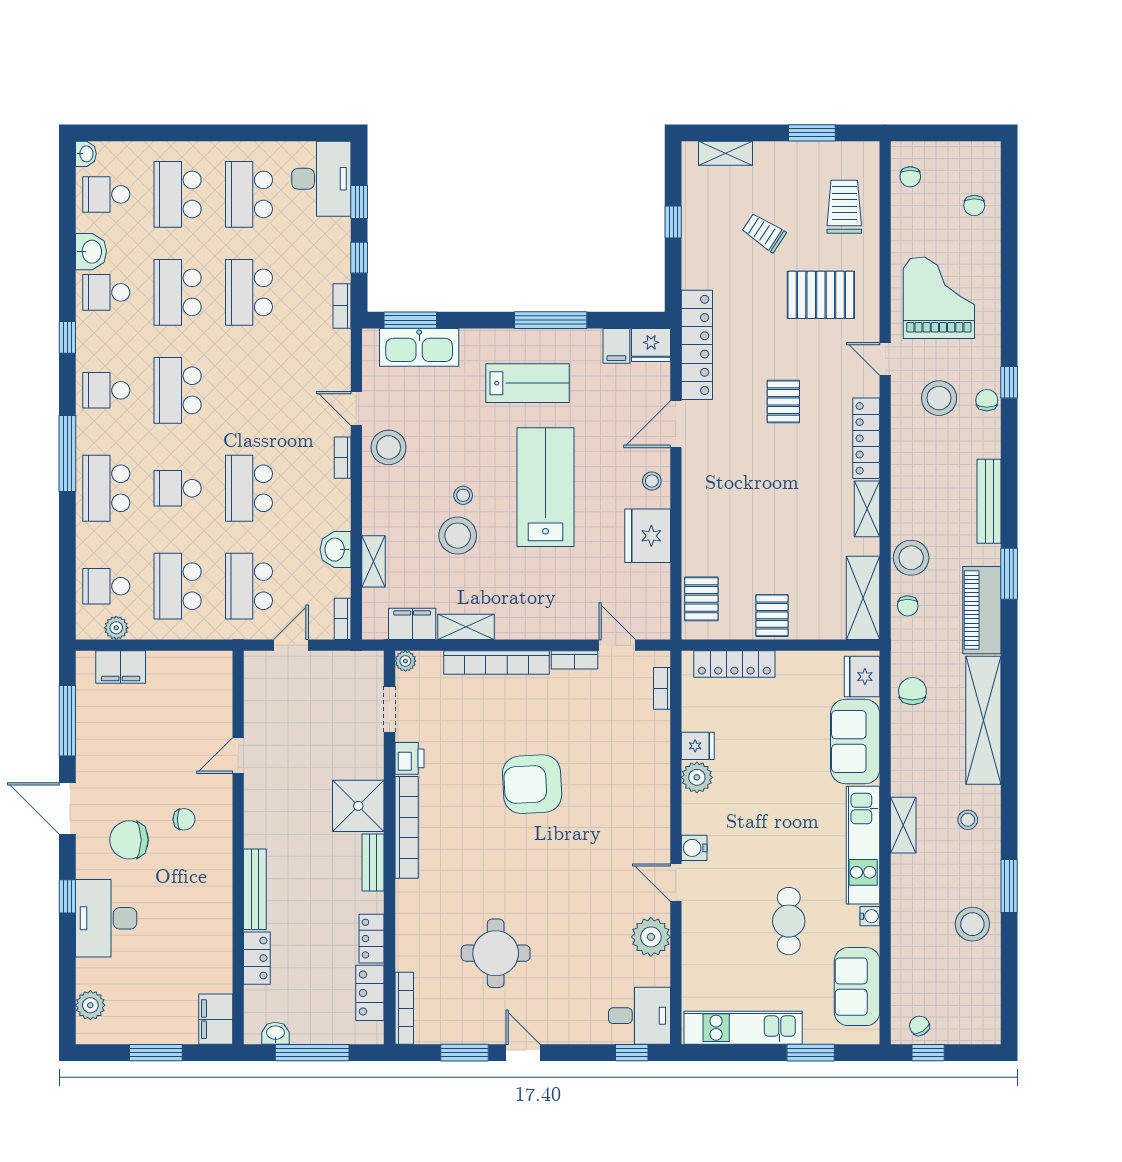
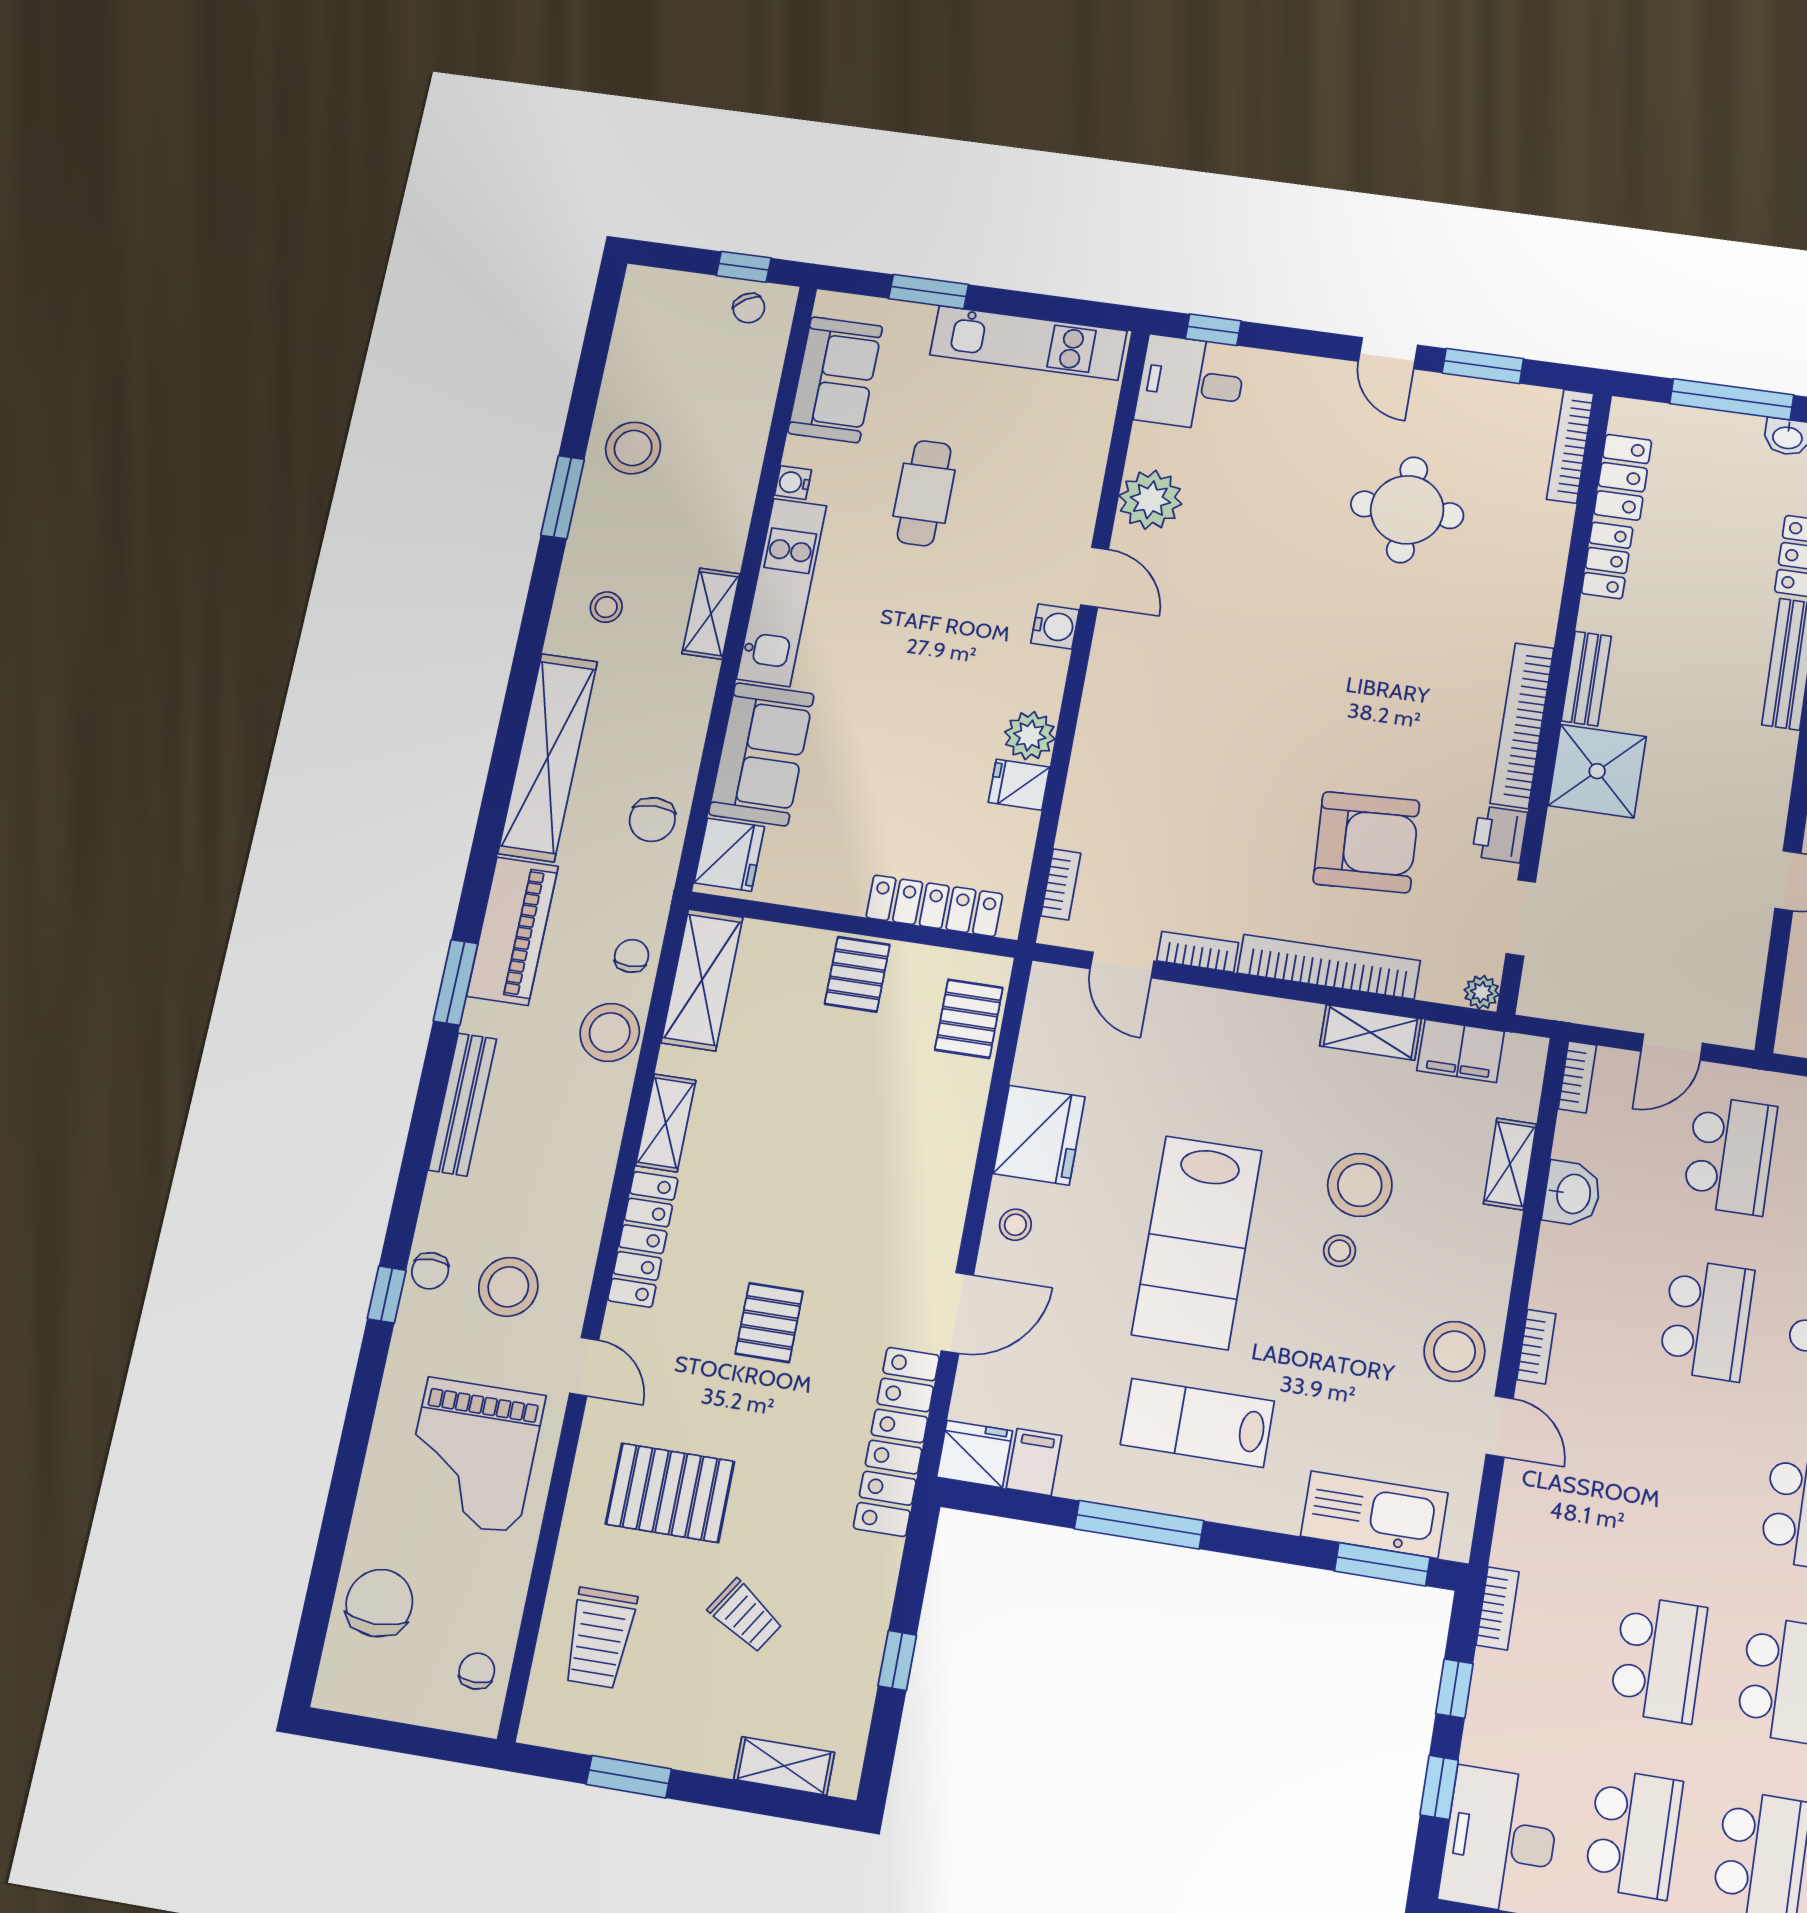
chair: (974, 206) -> (379, 1603), width x1.87, depth x1.87
armchair: (532, 784) -> (1366, 842), moved

